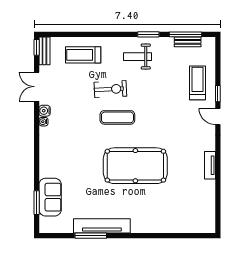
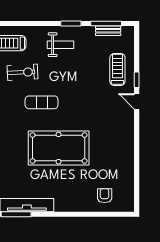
weight bench: (137, 57) -> (61, 45), turned 180
exercise bike: (110, 89) -> (23, 72), moved
tv unit: (210, 165) -> (129, 148), removed
armchair: (184, 216) -> (105, 196), added

